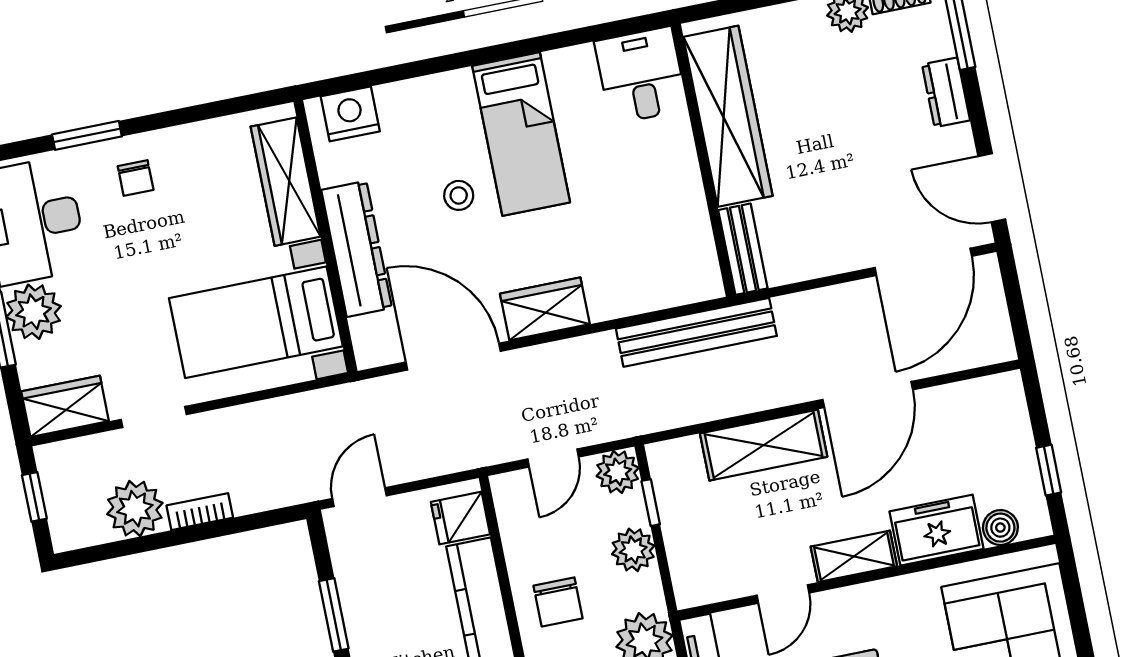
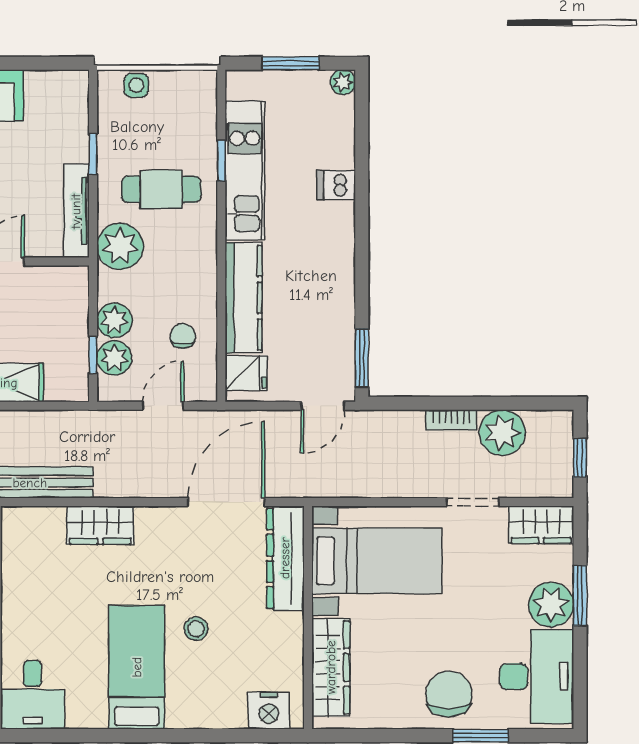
chair: (136, 178) -> (449, 694), width x1.87, depth x1.87
dresser: (357, 249) -> (285, 558), moved
wardrobe: (545, 309) -> (100, 525), moved
door: (453, 357) -> (226, 502), swing flipped
plant: (618, 472) -> (114, 358), moved
chair: (558, 602) -> (183, 336), moved, width x0.73, depth x0.73
window: (334, 615) -> (362, 358), moved

